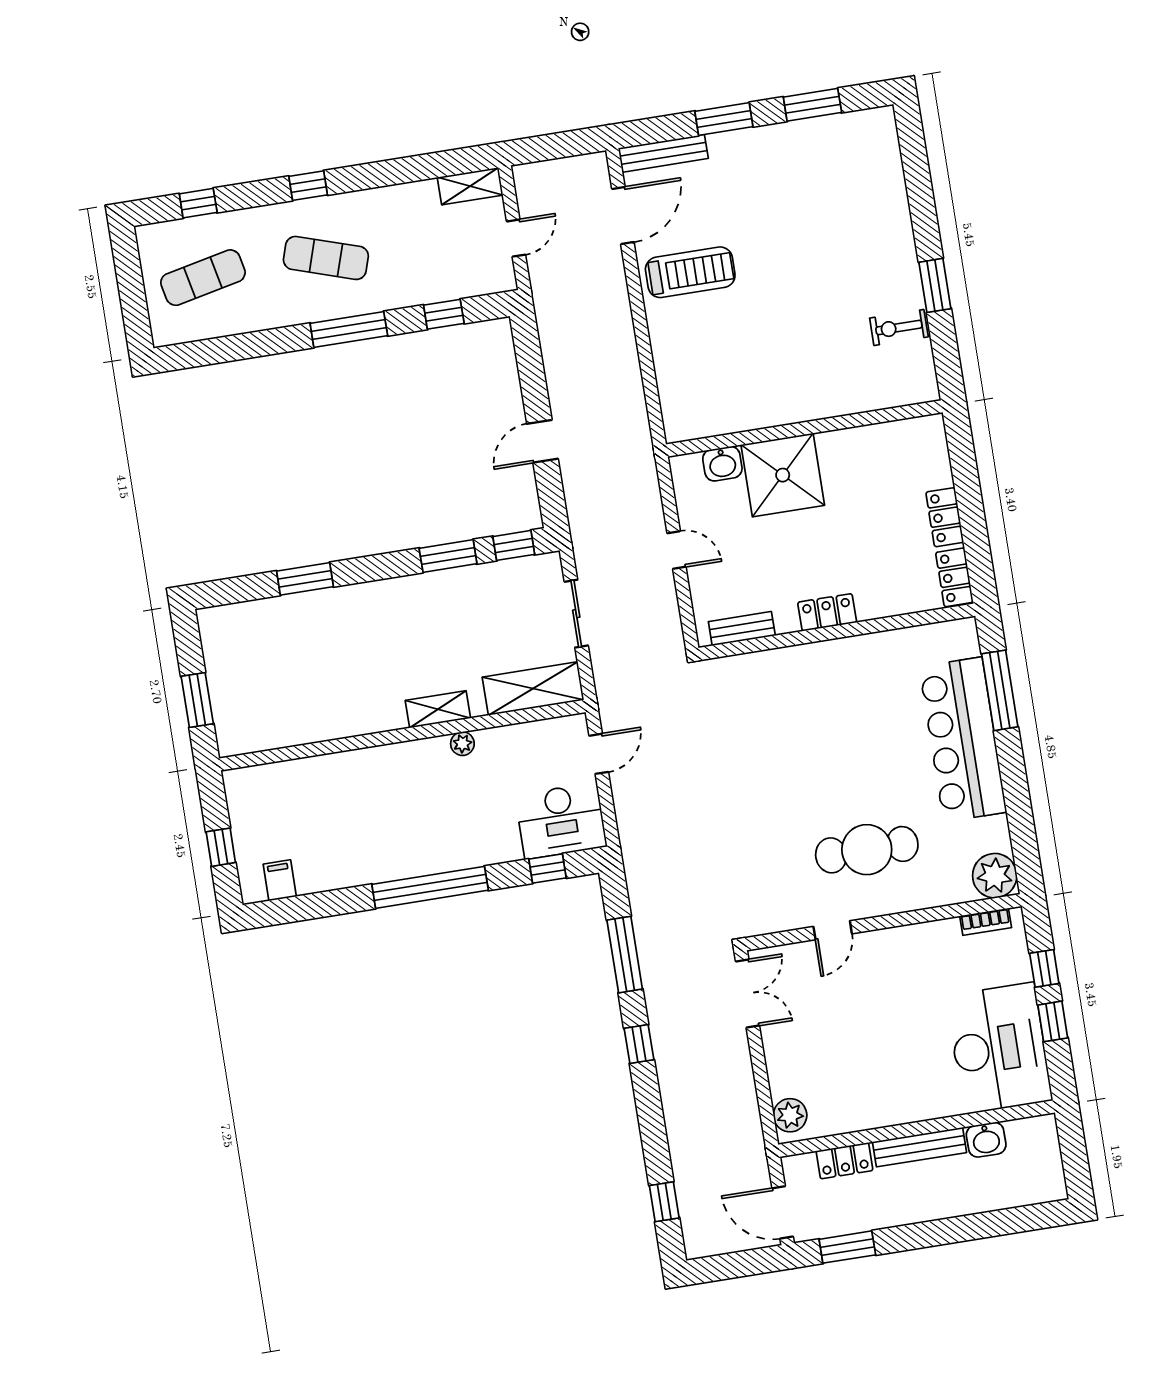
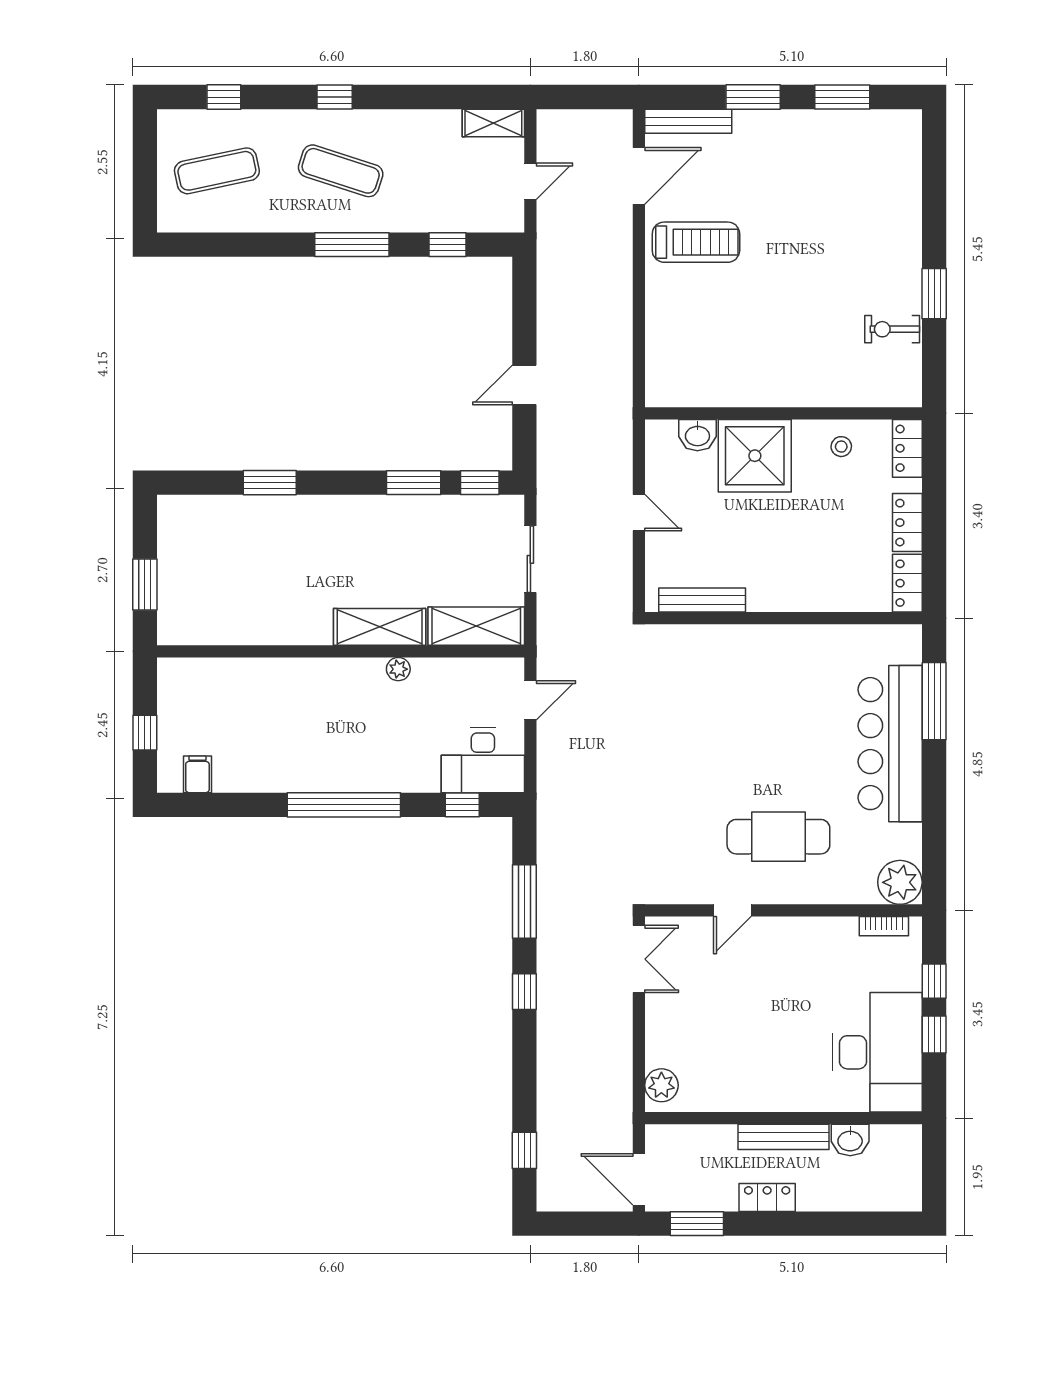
stool: (867, 452) -> (841, 447), added
locker: (827, 612) -> (907, 448), moved, turned -90
bench: (742, 629) -> (702, 600), width x1.36
shelving: (438, 709) -> (380, 627), width x1.50, depth x1.33
locker: (844, 1161) -> (767, 1197), moved, turned 180

